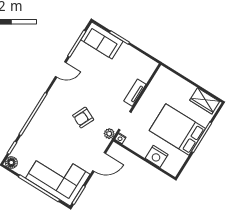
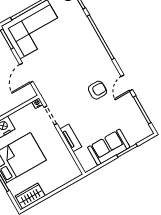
sofa: (102, 41) -> (109, 147), moved
armchair: (83, 118) -> (97, 90), moved, turned 65
plant: (109, 134) -> (47, 95), removed

